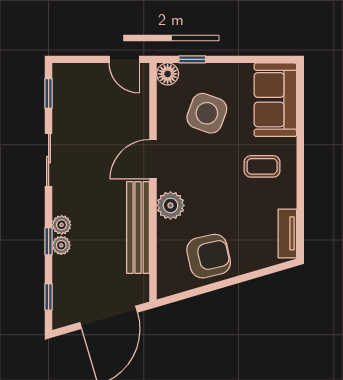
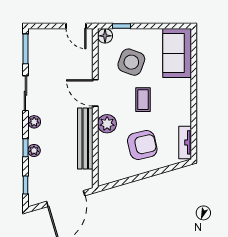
window: (49, 94) -> (25, 49), width x1.50
door: (153, 159) -> (95, 93), hinge flipped
coffee table: (262, 166) -> (143, 100), moved, turned 90
plant: (62, 225) -> (34, 122), moved
armchair: (209, 256) -> (142, 145), moved

